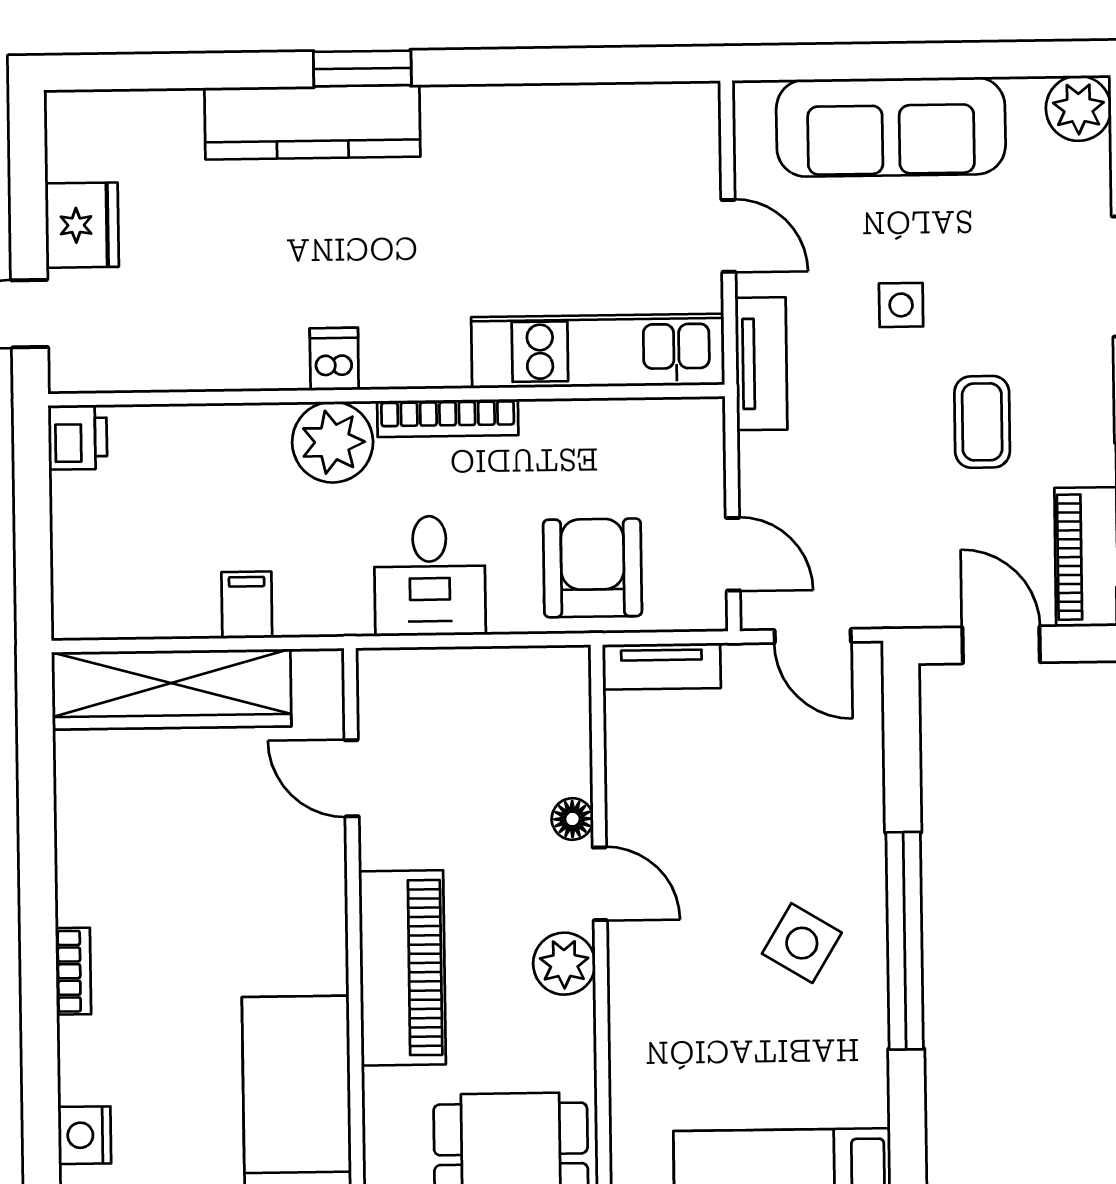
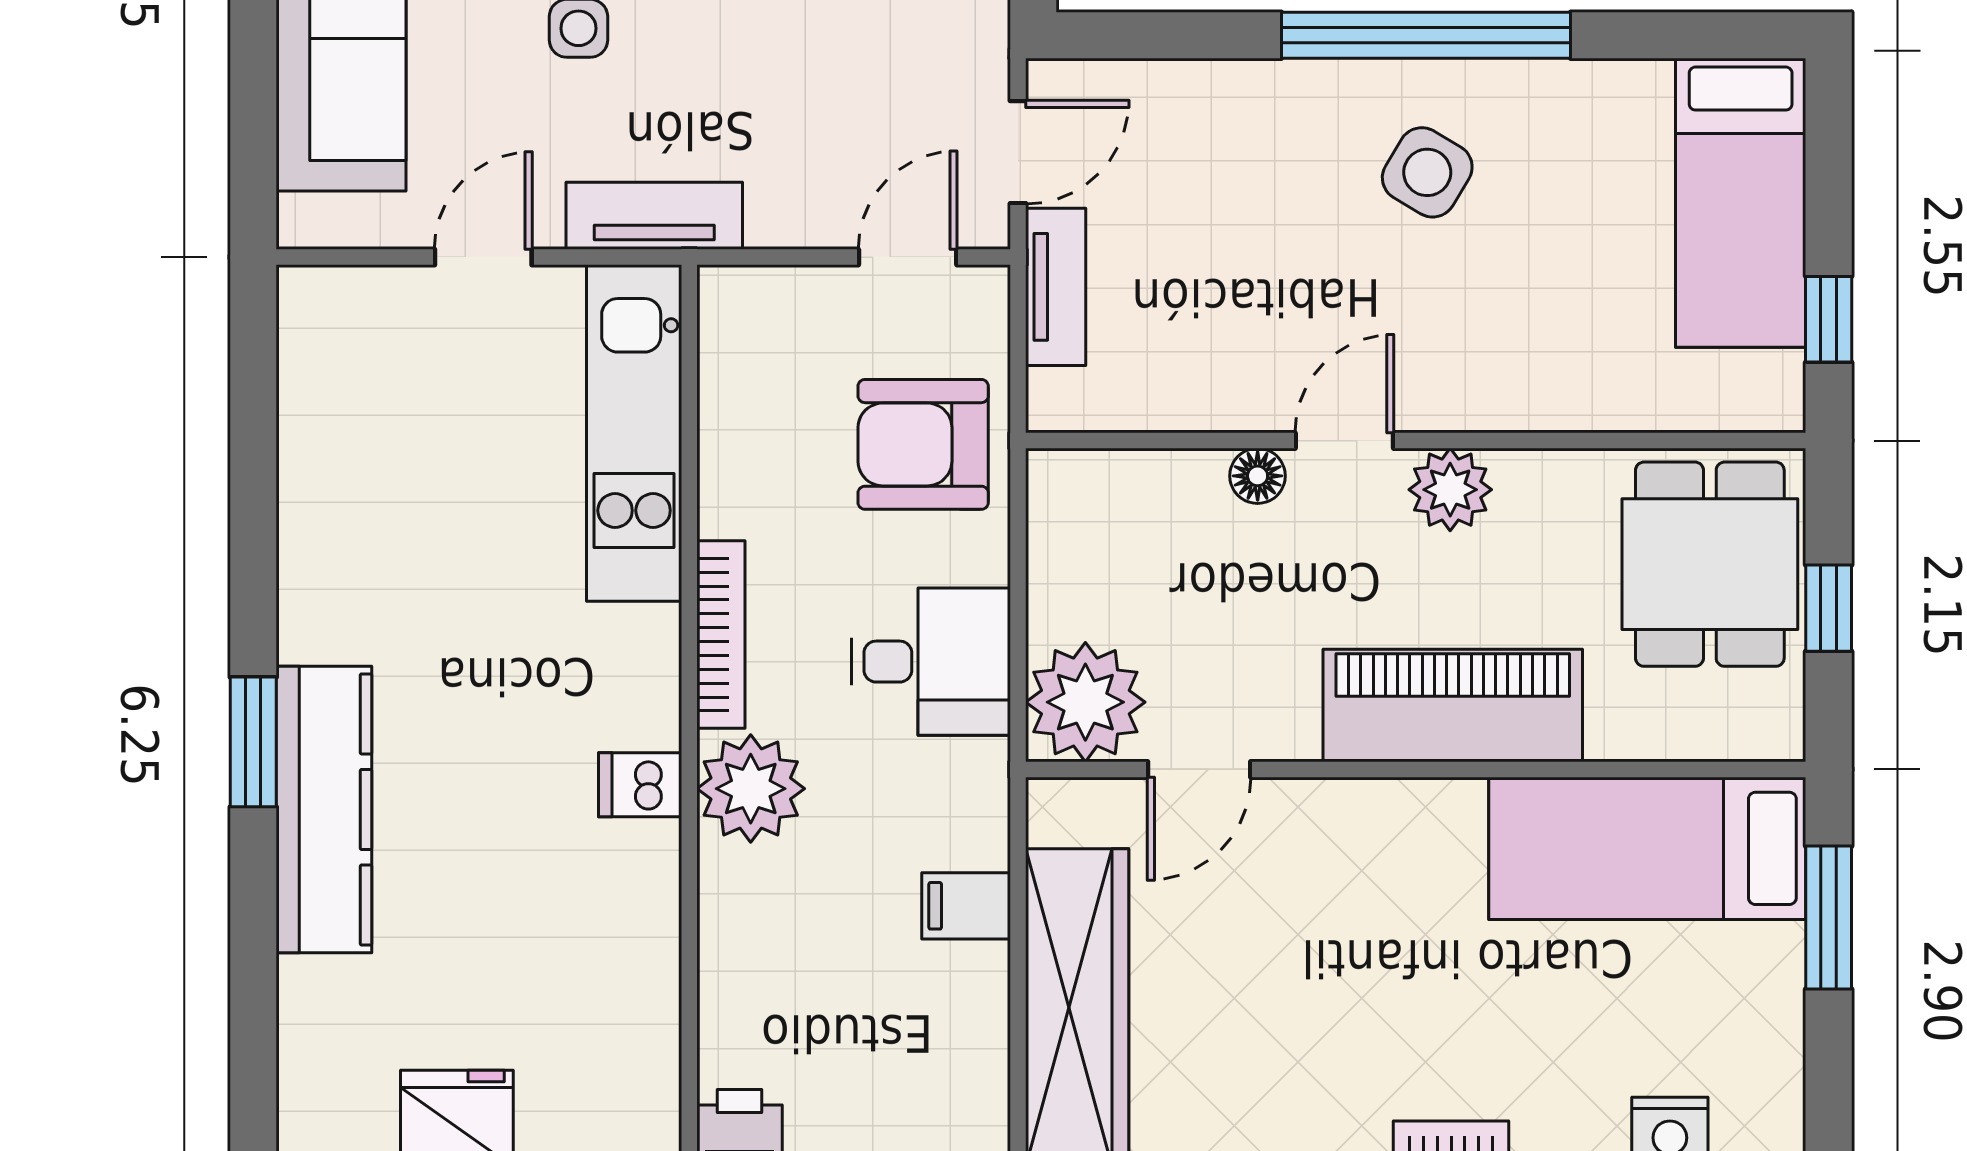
tv unit: (662, 666) -> (1056, 287), moved
plant: (401, 692) -> (1085, 702), added

